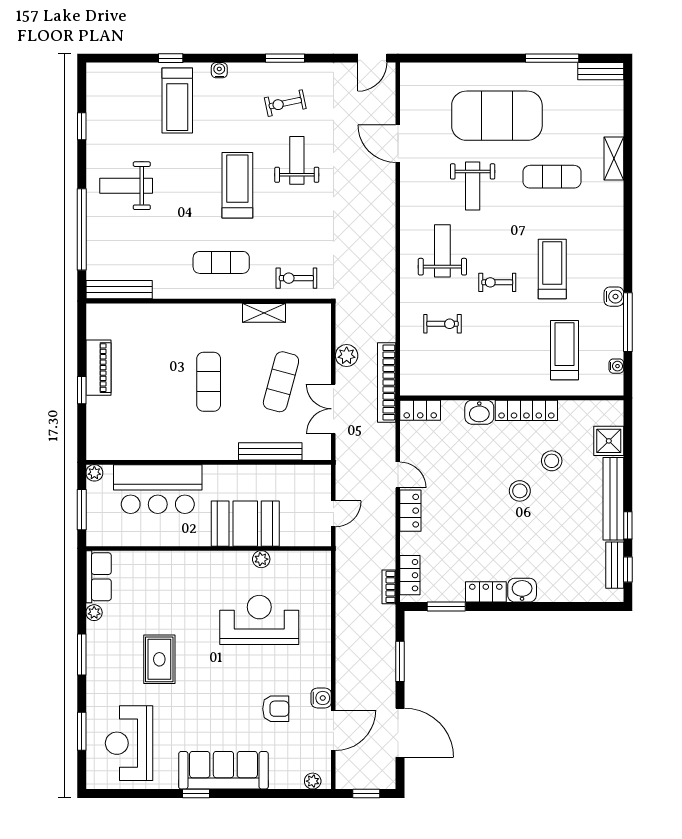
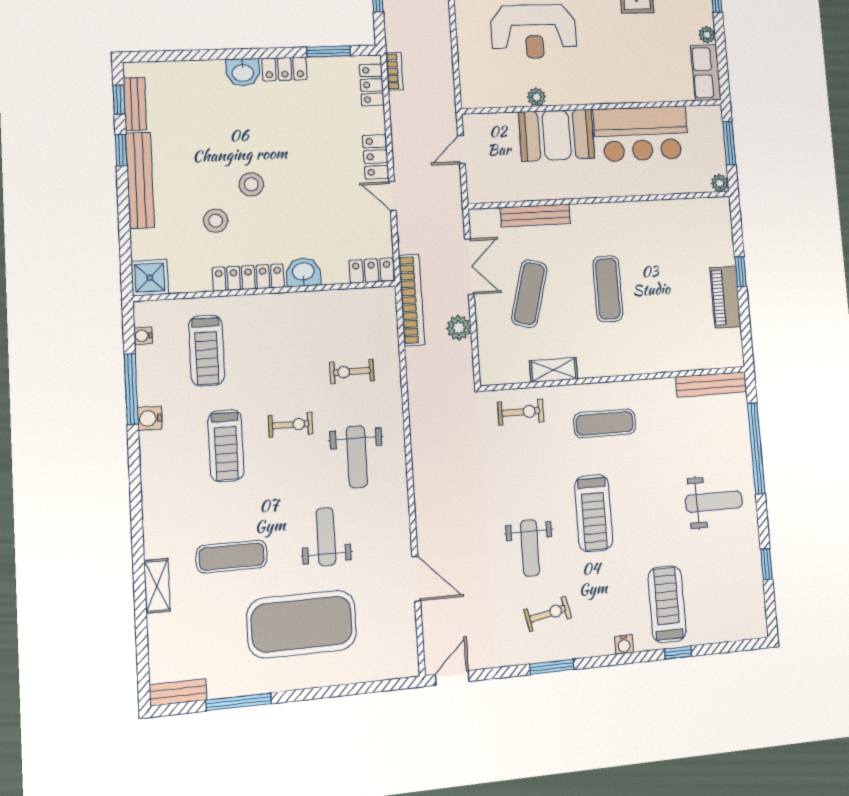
shower: (609, 441) -> (150, 278), moved
bar counter: (158, 489) -> (641, 134), moved, turned 180

